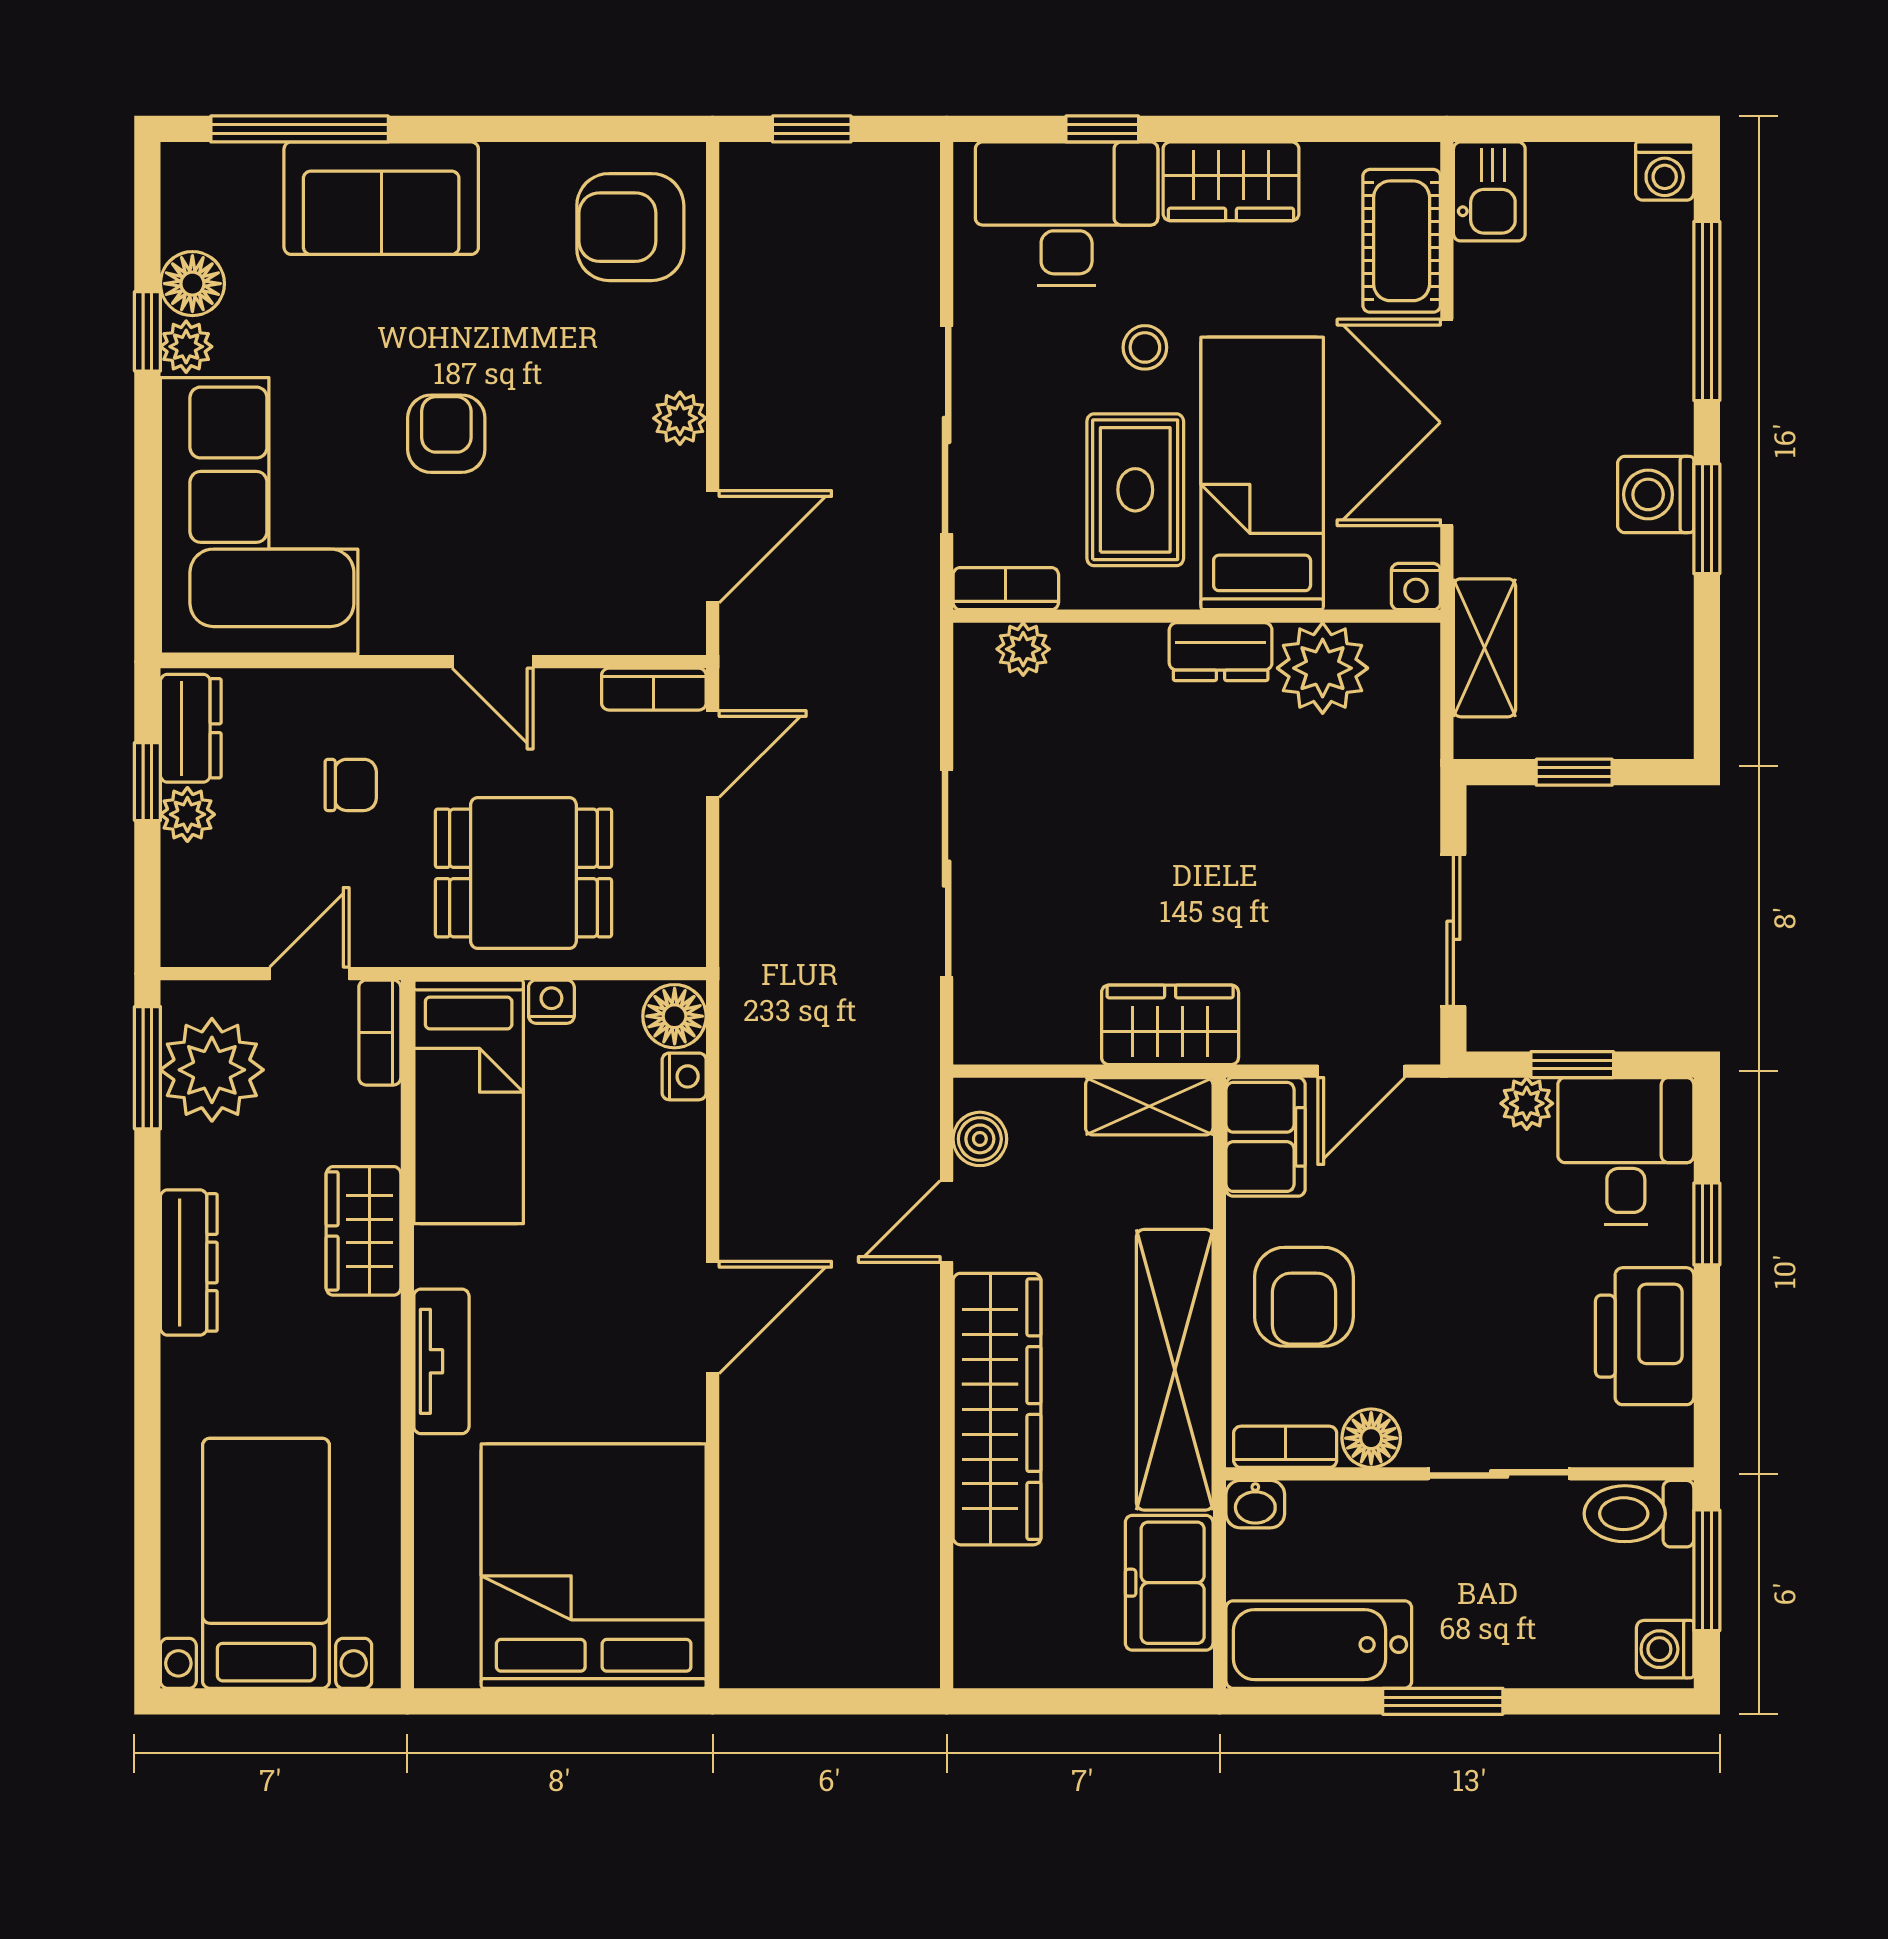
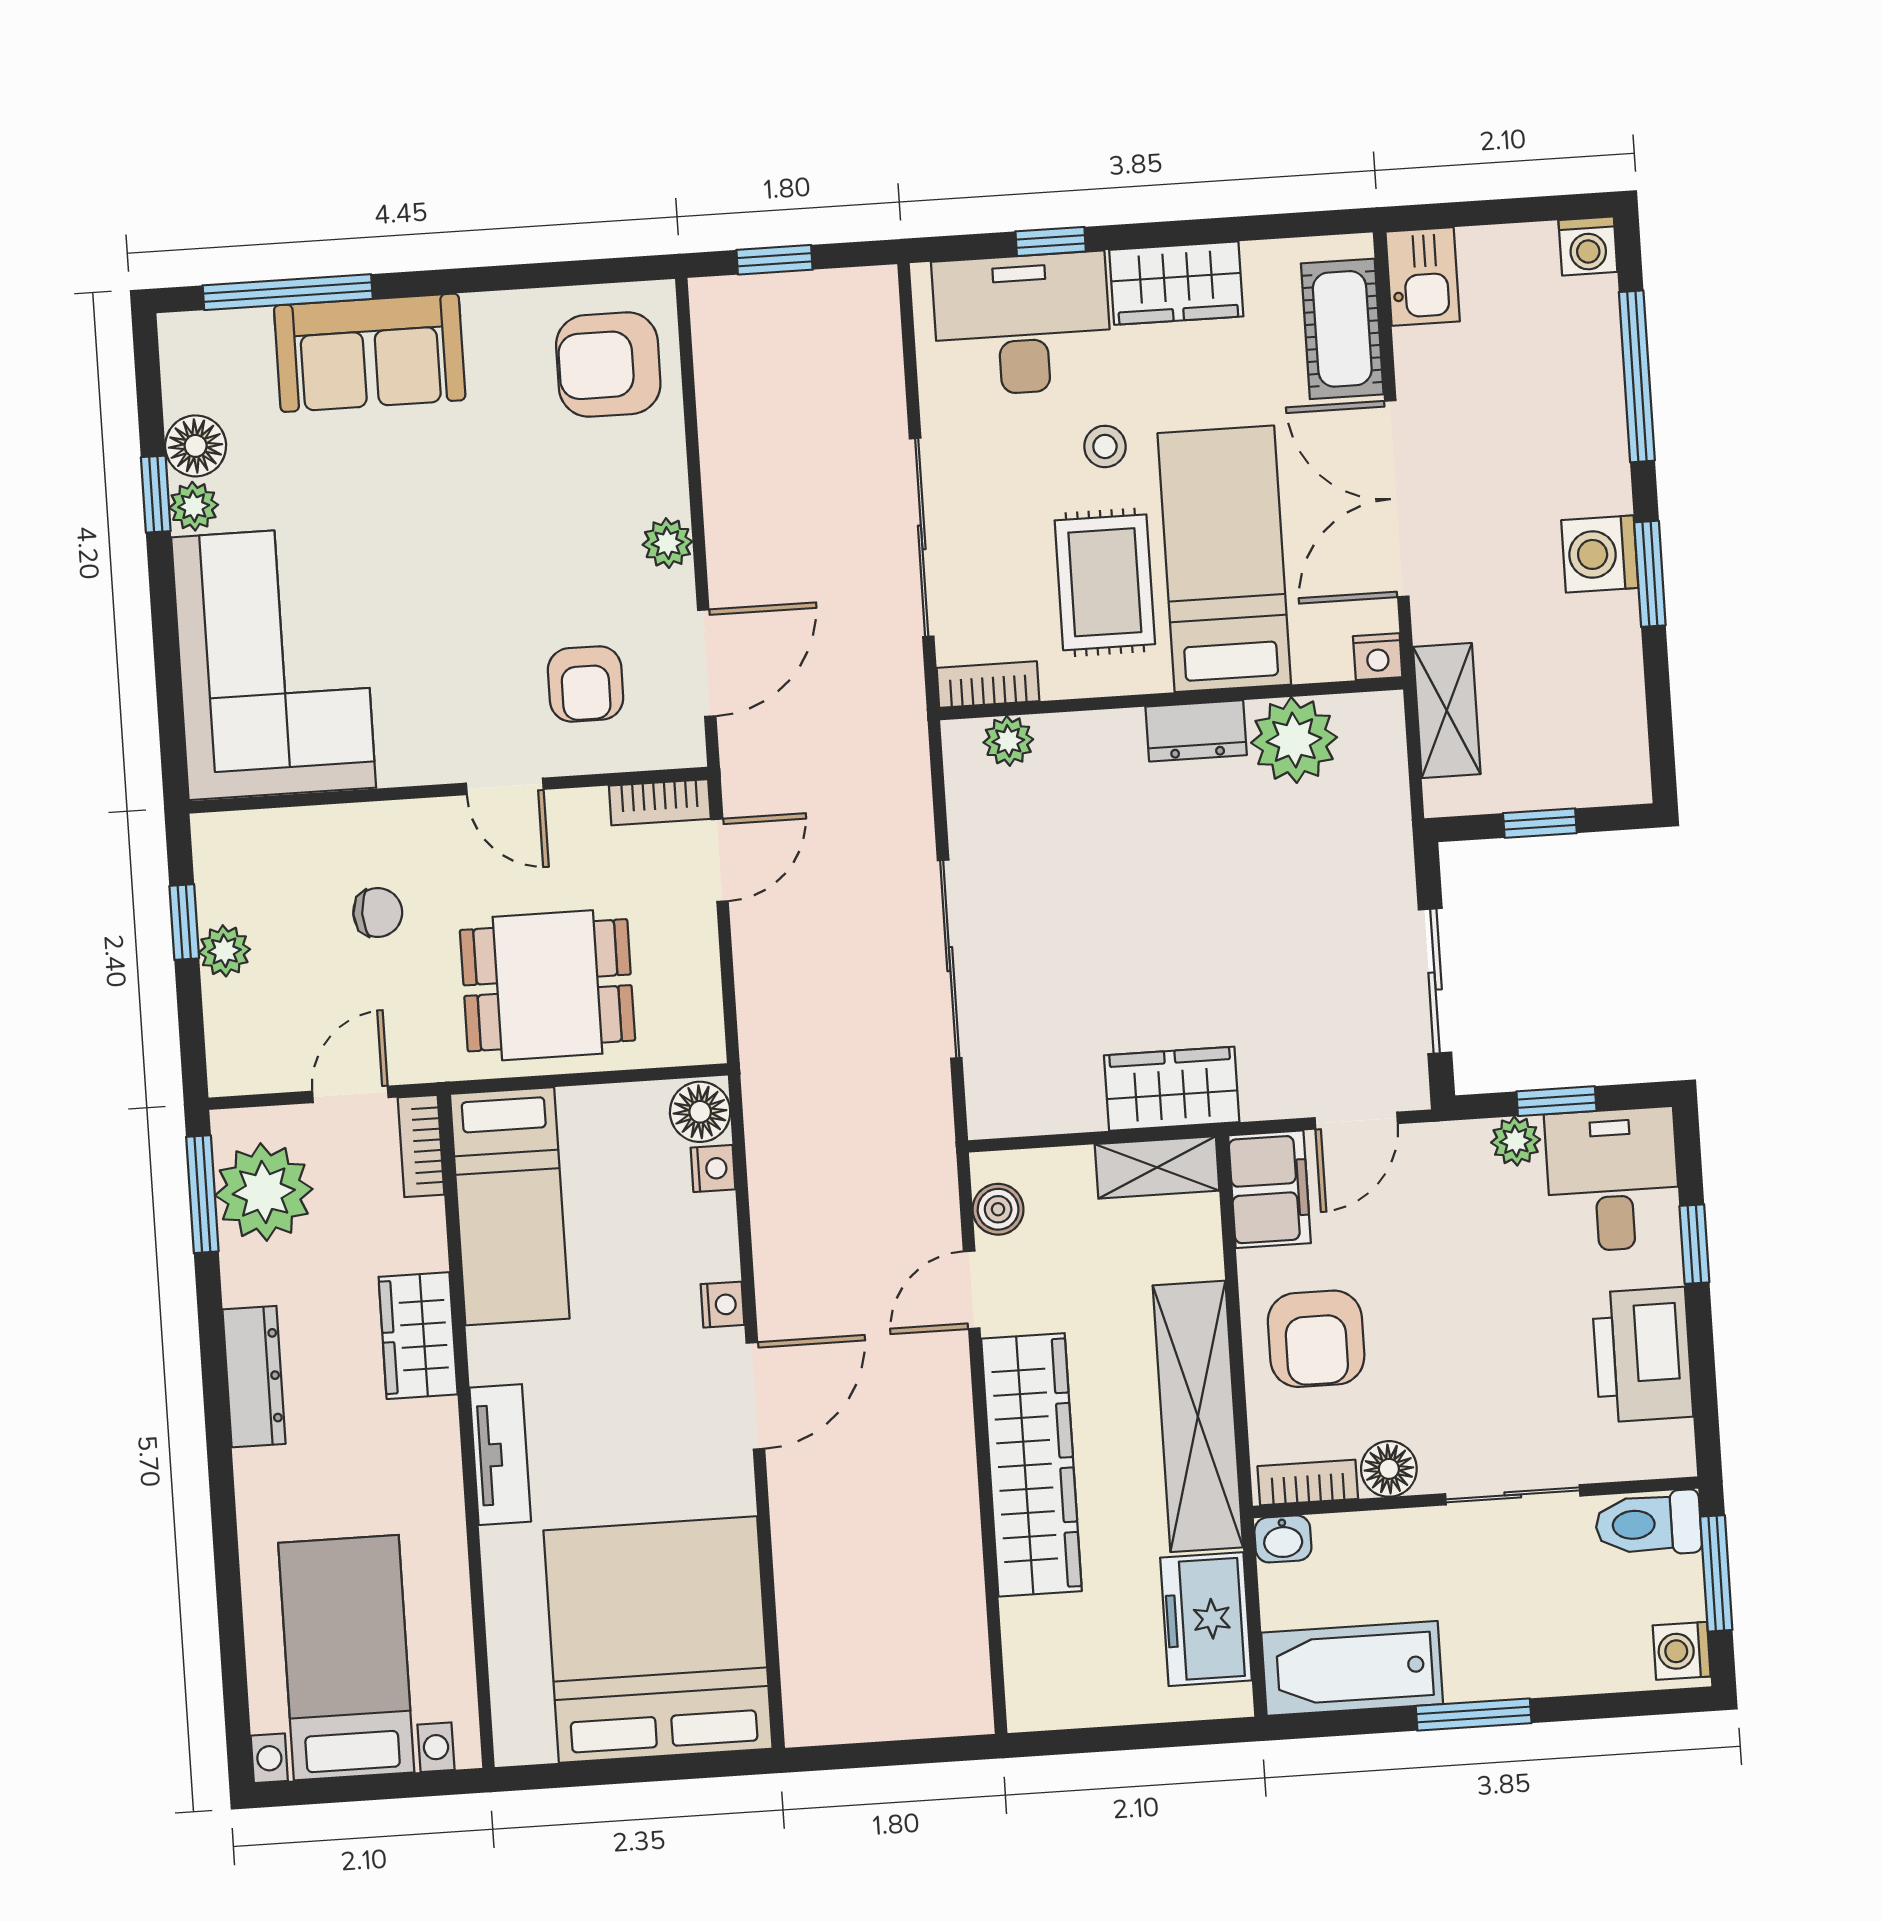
armchair: (446, 434) -> (586, 684), moved, turned 180
dresser: (191, 728) -> (222, 869), removed
nightstand: (551, 1002) -> (723, 1305), moved, turned 90

